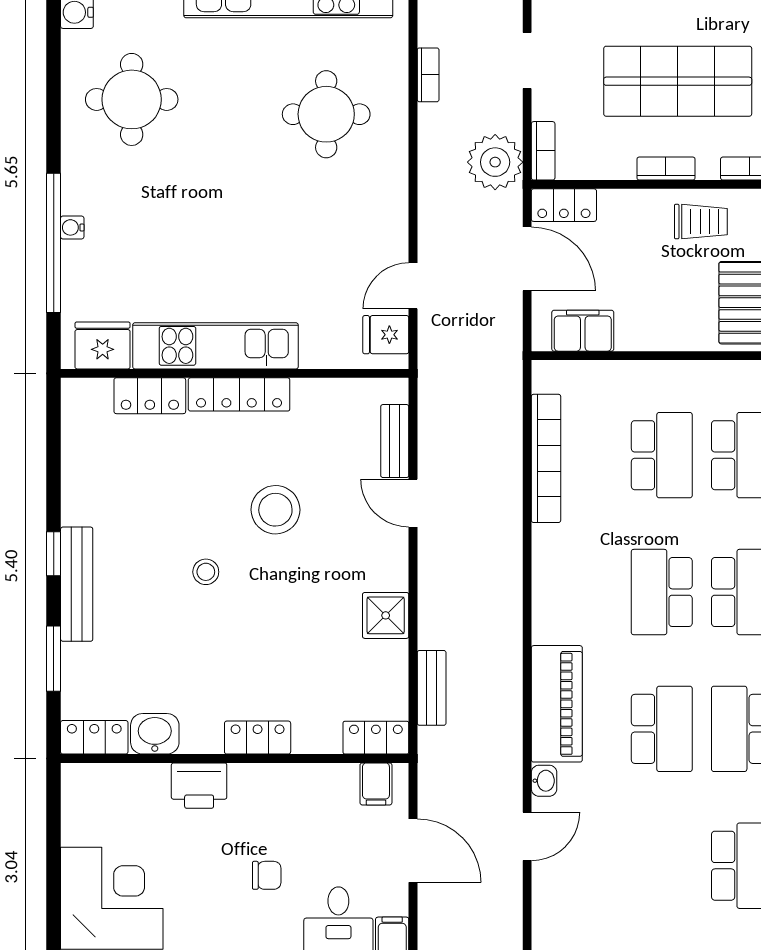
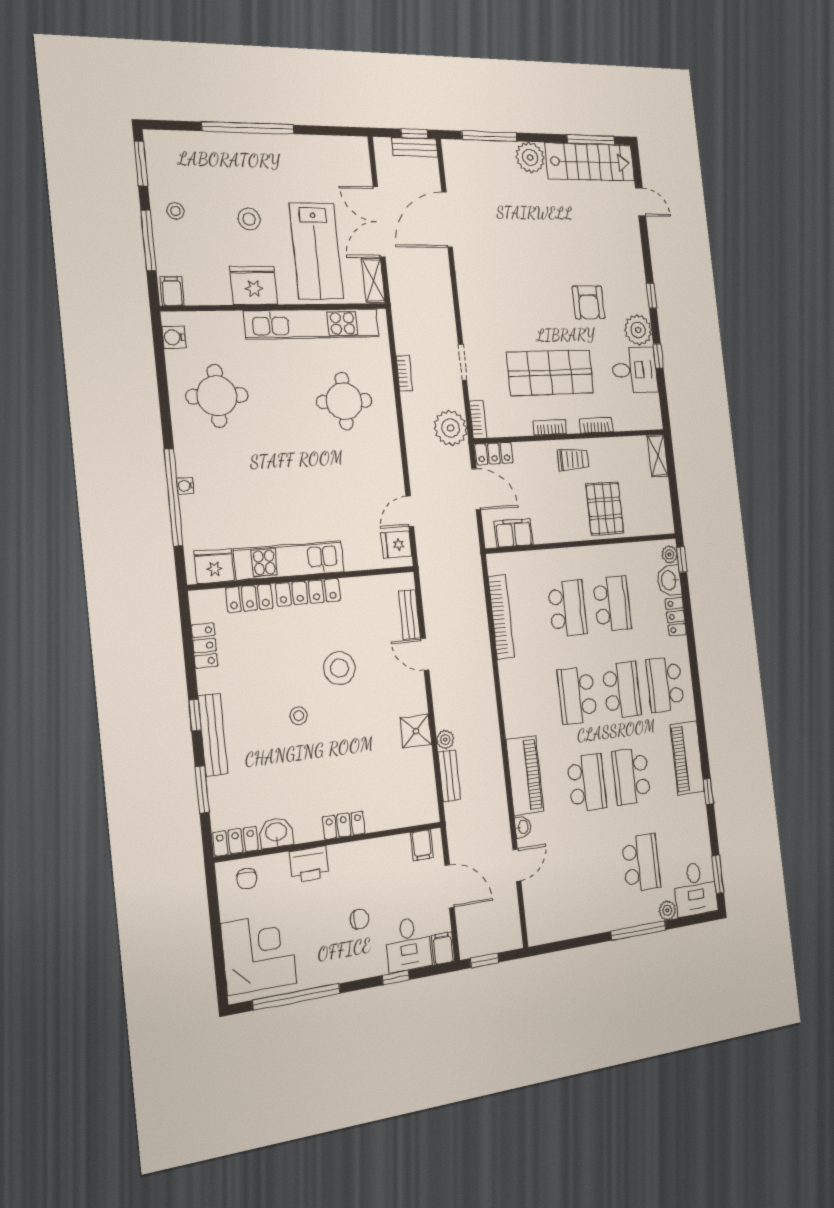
plant: (431, 633) -> (445, 739), added
locker: (376, 738) -> (205, 646), moved, turned 90
chair: (105, 792) -> (247, 879), added

